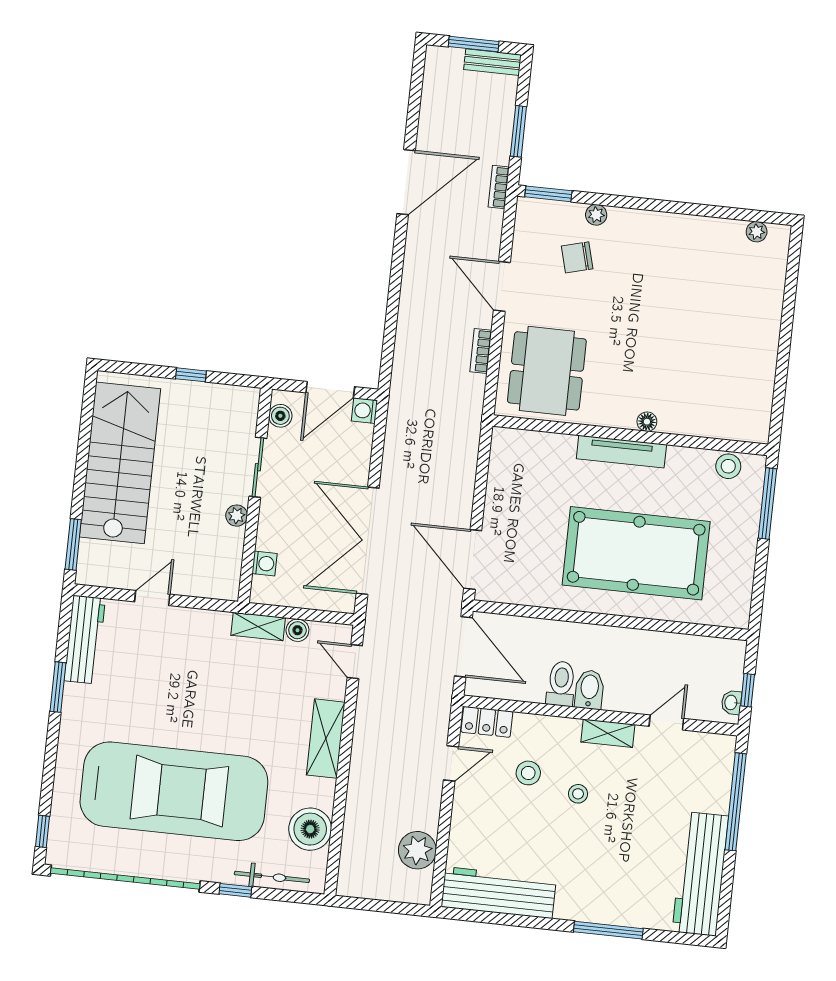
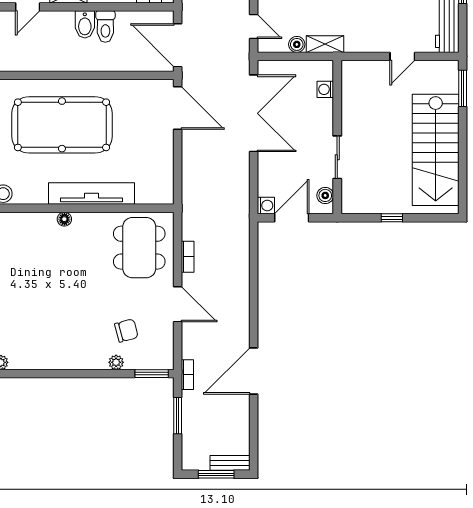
bench: (492, 62) -> (230, 463), moved
tv unit: (621, 452) -> (92, 194), width x1.36, depth x1.29
plant: (237, 516) -> (349, 121), removed

